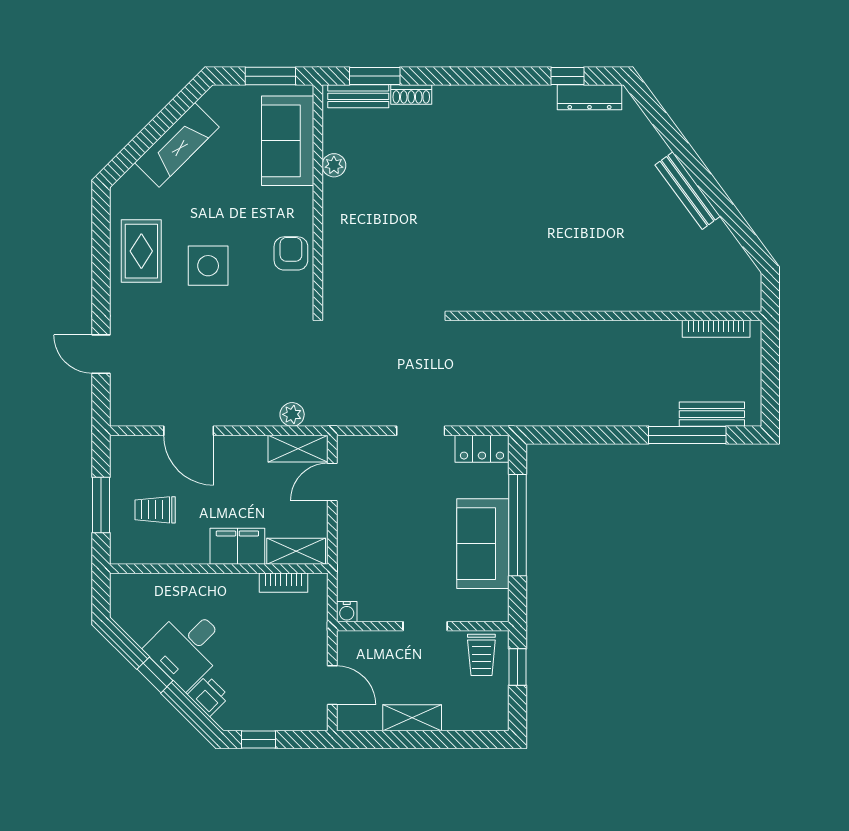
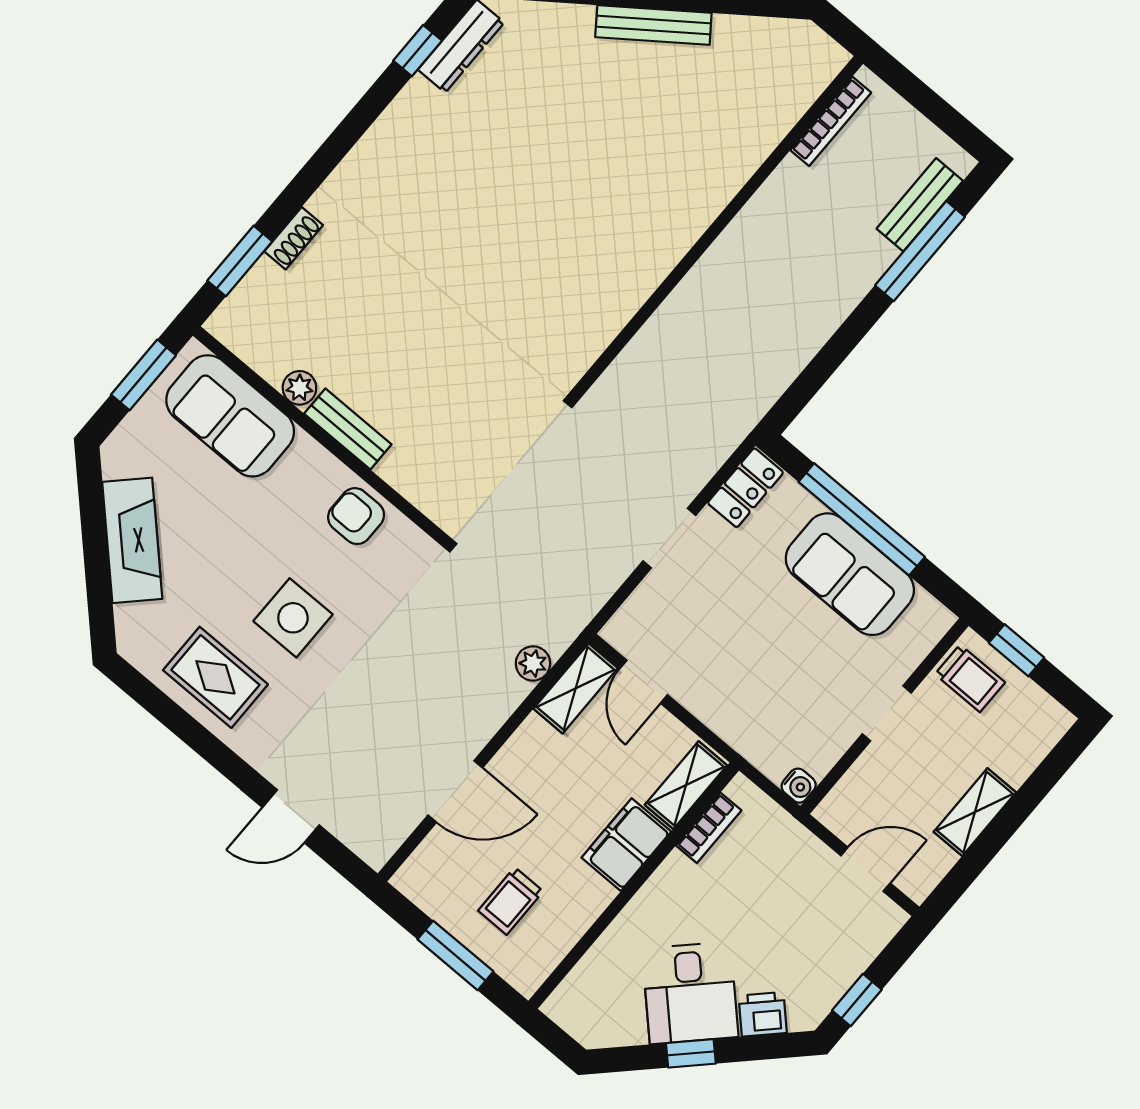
bench: (358, 96) -> (348, 429), moved, turned 90

